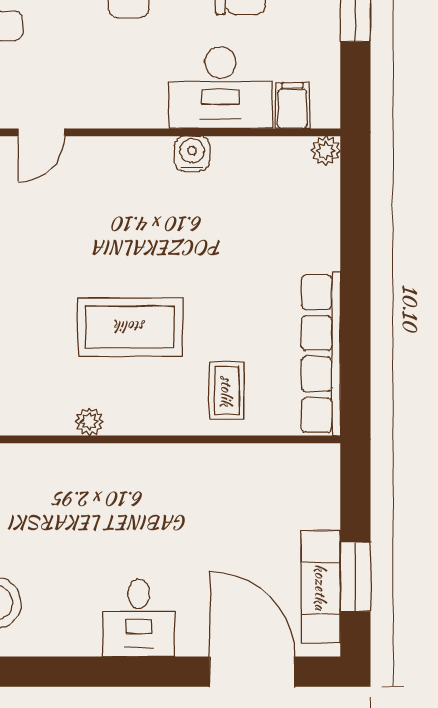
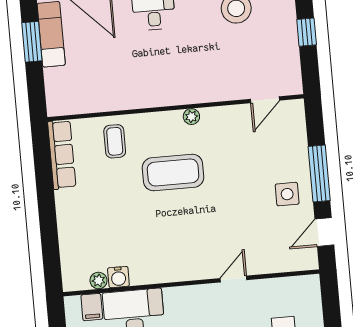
plant: (326, 151) -> (98, 281), moved
water cooler: (192, 154) -> (118, 277), moved
row of seats: (321, 354) -> (62, 155), width x0.73

